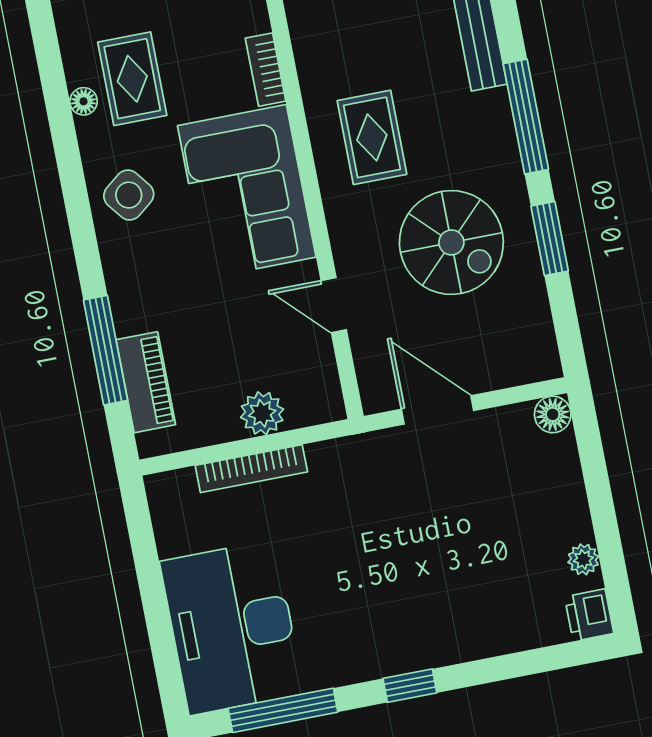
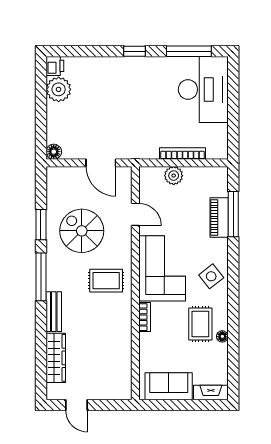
floor lamp: (84, 101) -> (222, 336), moved
rug: (372, 137) -> (106, 281), turned 90
piano: (146, 382) -> (219, 218), moved
plant: (583, 559) -> (59, 89), width x1.87, depth x1.87

